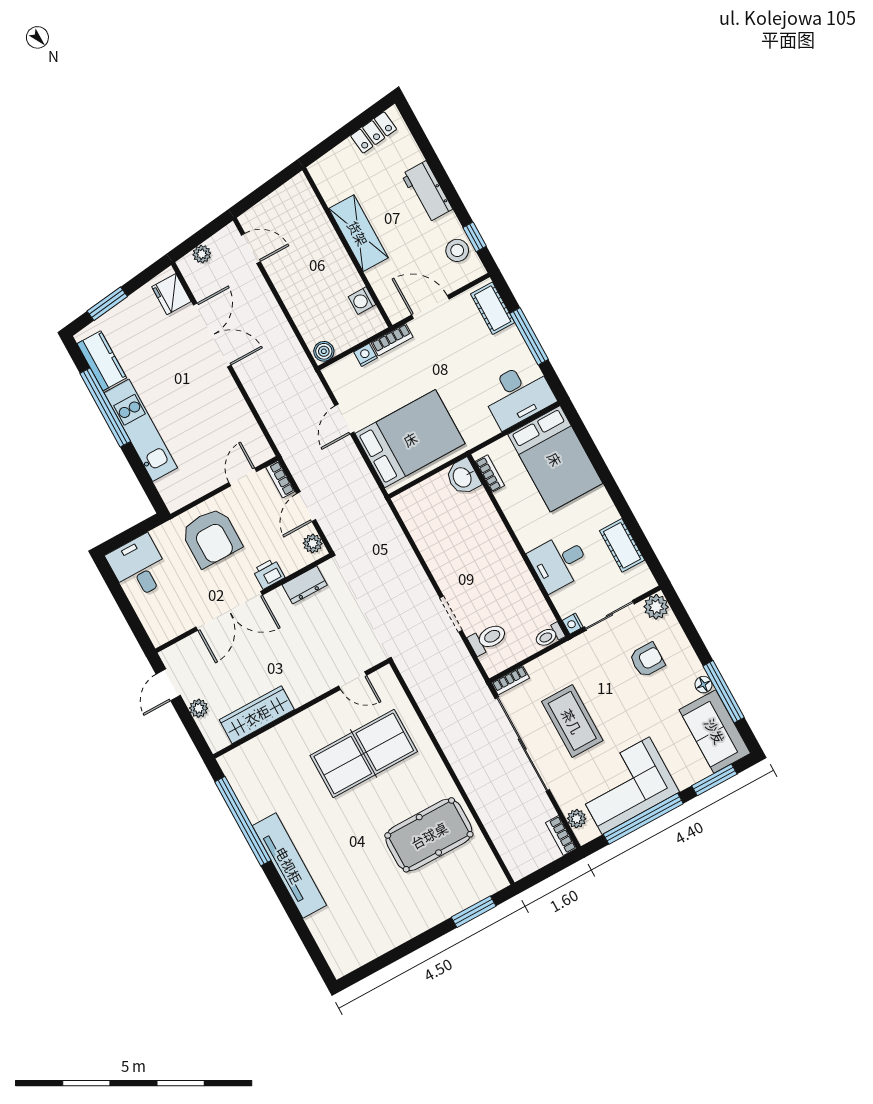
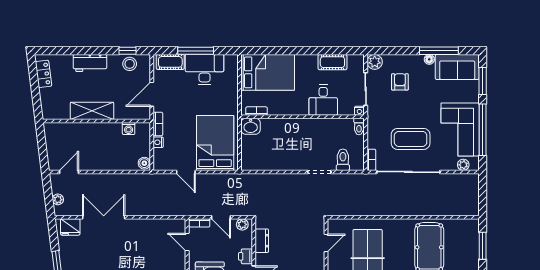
desk: (518, 395) -> (205, 69), moved, turned -90
bookcase: (561, 836) -> (468, 178), removed

